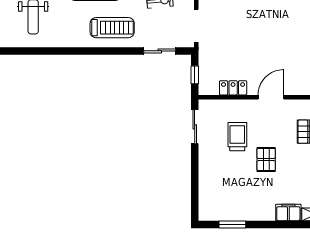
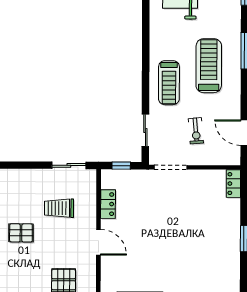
trolley: (237, 137) -> (59, 208), turned 180
pallet: (266, 160) -> (21, 233), moved

